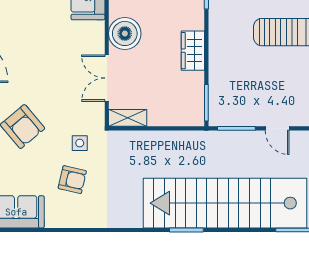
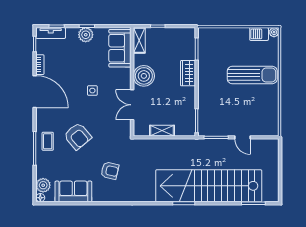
wardrobe: (193, 51) -> (188, 73), moved
shelving: (128, 118) -> (162, 131), moved
side table: (80, 143) -> (92, 91), moved

